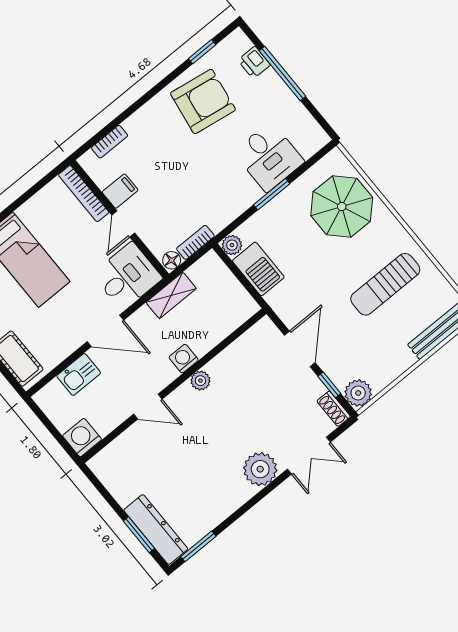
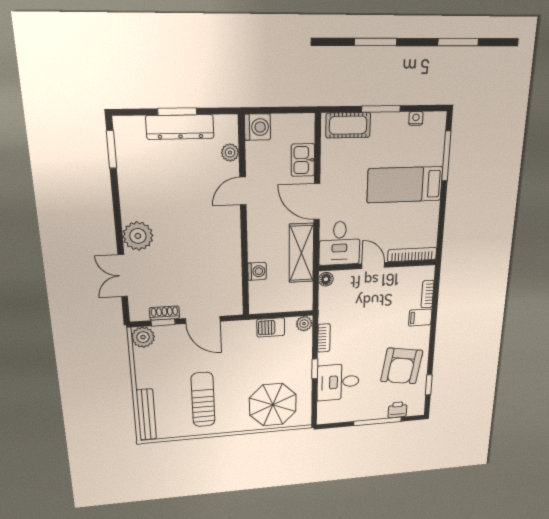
filing cabinet: (120, 191) -> (420, 317), moved, turned 90
window: (272, 194) -> (315, 369), width x0.67
bookcase: (195, 242) -> (324, 338), moved
barbecue: (258, 269) -> (271, 327), width x0.73, depth x0.79
shelving: (171, 295) -> (301, 253), width x1.50, depth x1.33
door: (105, 331) -> (317, 202), hinge flipped
washing machine: (184, 359) -> (257, 271), moved
plant: (200, 381) -> (230, 153), moved
shoe rack: (334, 409) -> (164, 313), moved
dresser: (156, 529) -> (180, 127), moved
window: (139, 535) -> (177, 112), moved

